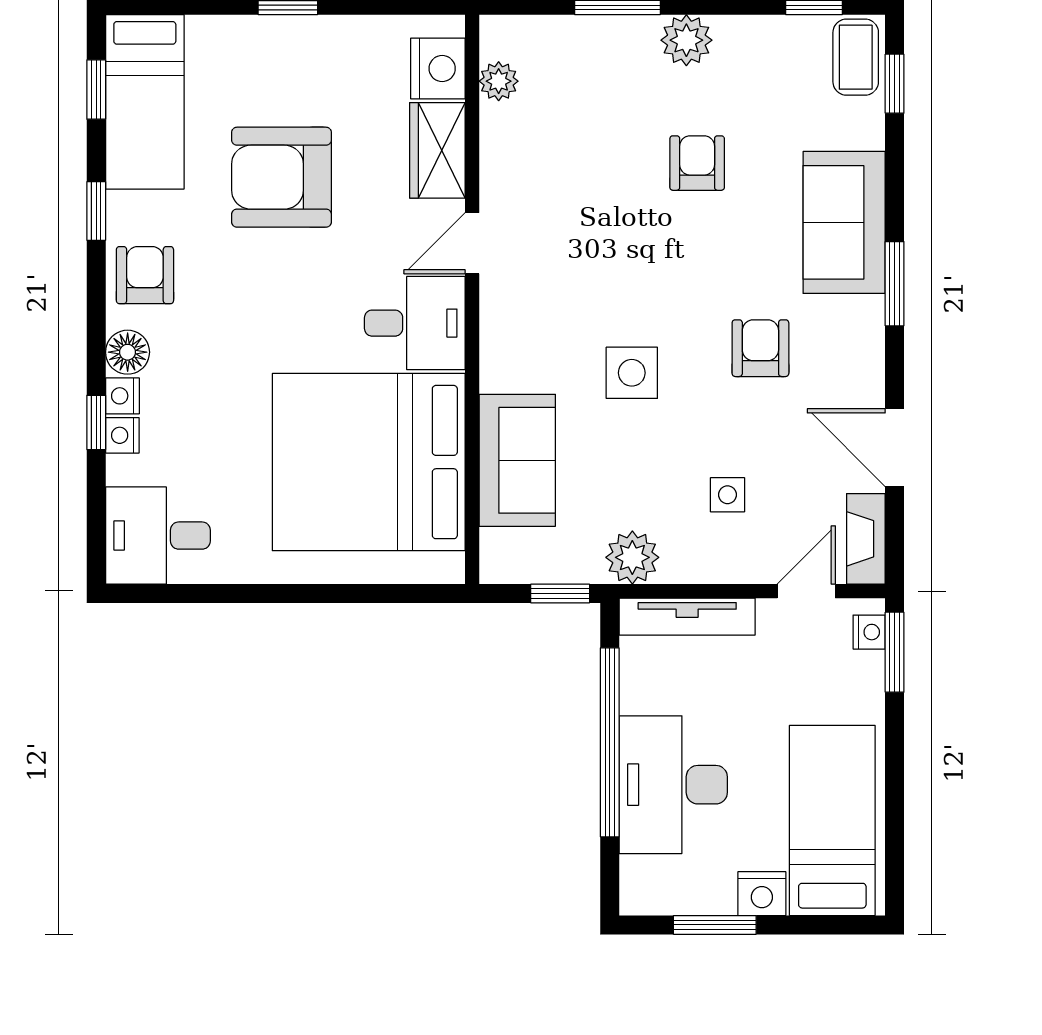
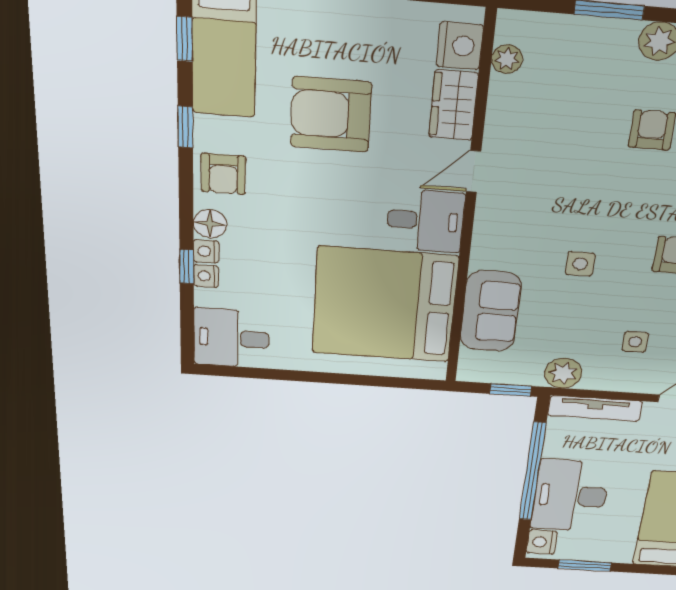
armchair: (145, 275) -> (223, 174), turned 180
side table: (632, 373) -> (580, 264), width x0.73, depth x0.73
nightstand: (762, 894) -> (542, 542), moved, turned 90

